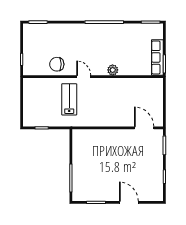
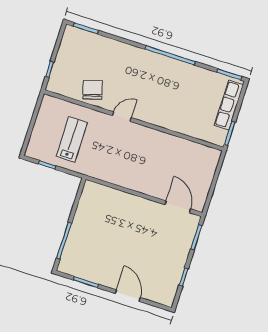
row of seats: (157, 57) -> (229, 105), moved
chair: (57, 64) -> (93, 90), turned 74
plant: (113, 70) -> (161, 120), removed
door: (84, 77) -> (122, 117), hinge flipped
lab bench: (69, 99) -> (72, 139), moved

